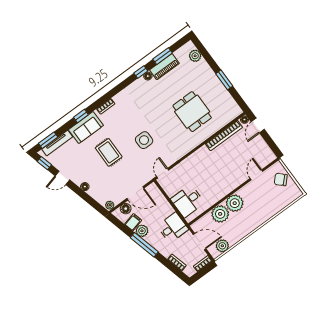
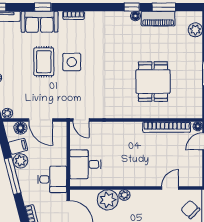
side table: (144, 140) -> (72, 62), moved
door: (163, 173) -> (81, 120), swing flipped
plant: (235, 203) -> (124, 195), width x0.53, depth x0.53

